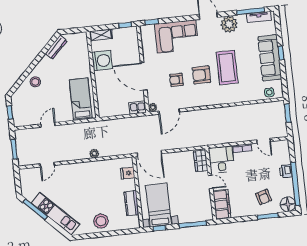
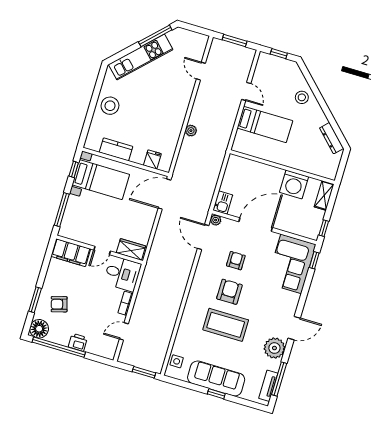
corner sofa: (176, 36) -> (291, 264), moved
bed: (81, 99) -> (265, 124), moved

